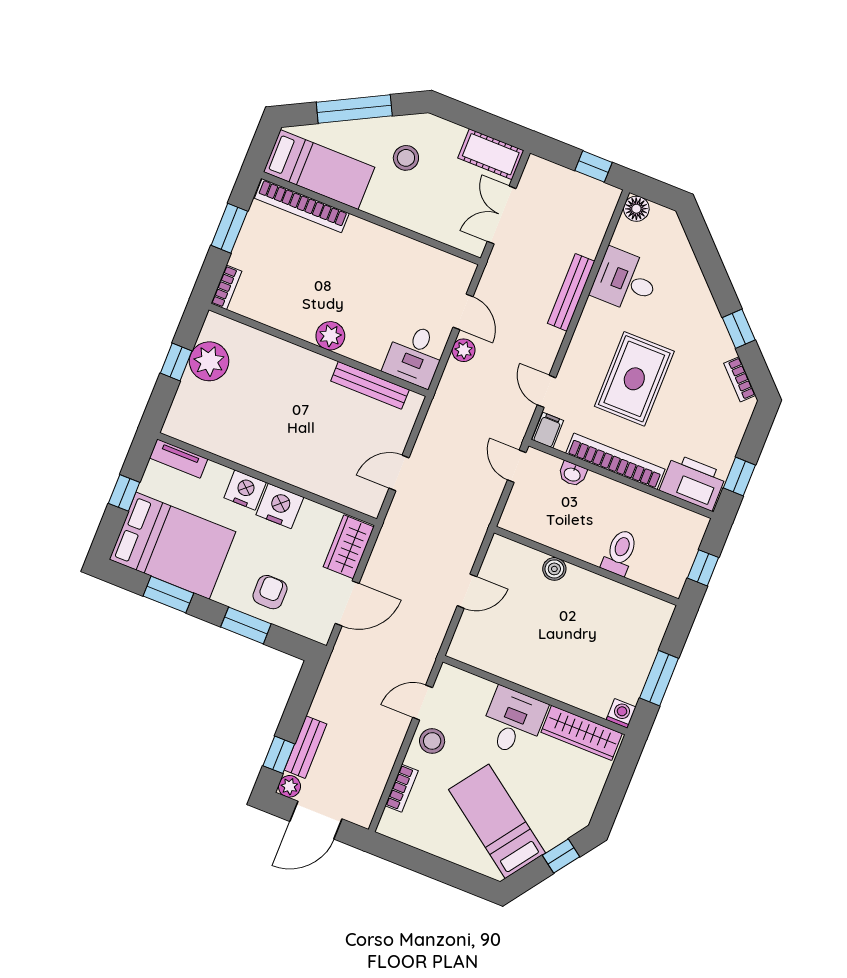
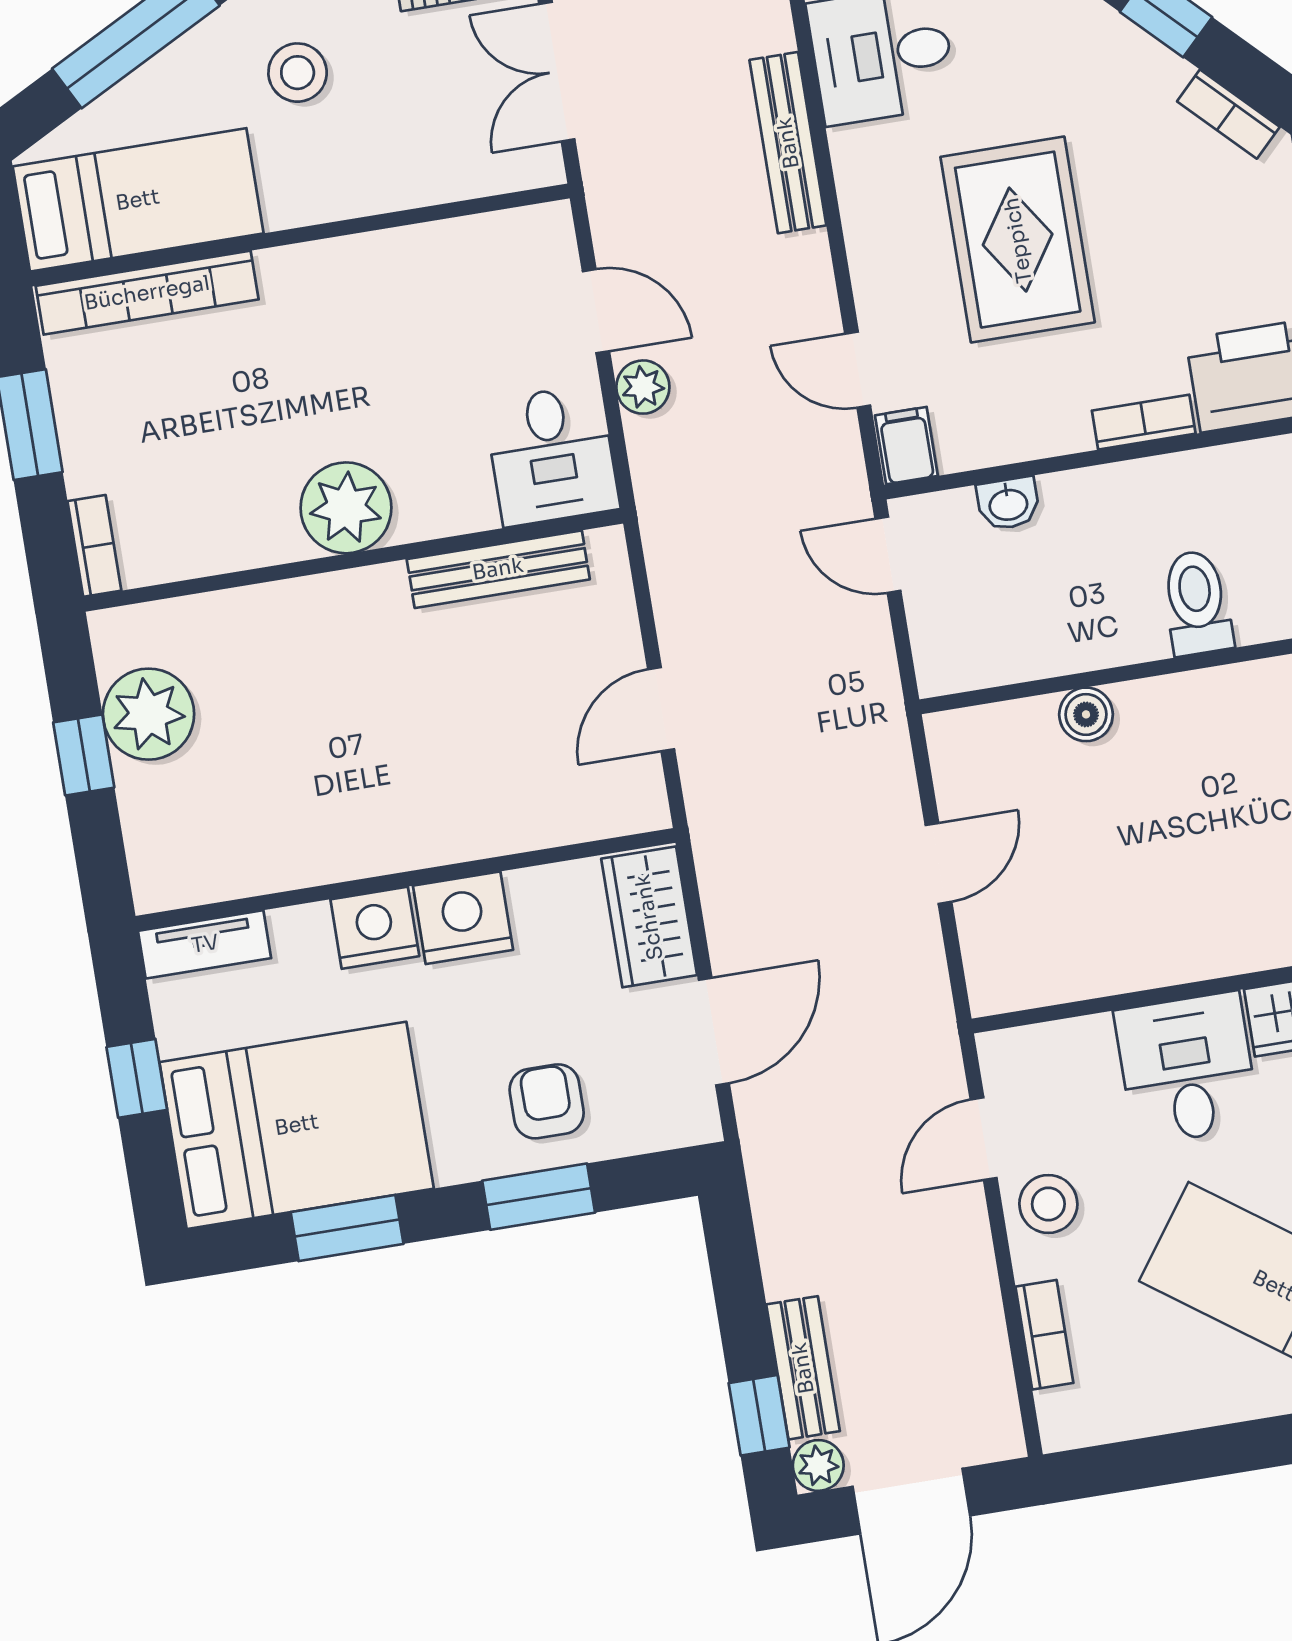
plant: (330, 336) -> (346, 508), width x1.36, depth x1.36
bookcase: (615, 461) -> (1144, 422), width x0.43, depth x0.76

